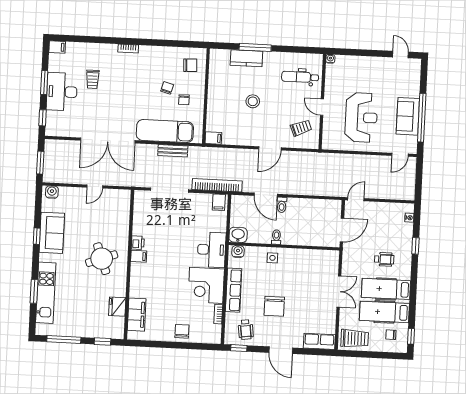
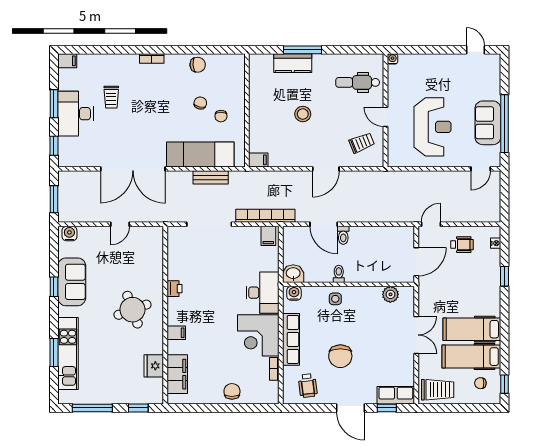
chair: (190, 65) -> (198, 65), moved
filing cabinet: (139, 256) -> (176, 333), moved
plant: (319, 256) -> (390, 294), added
wheelchair: (384, 259) -> (462, 245), moved
window: (239, 348) -> (387, 408), moved

